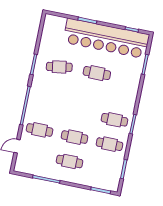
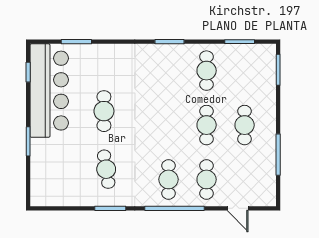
bar counter: (106, 38) -> (49, 91), width x0.73
cafe table: (114, 120) -> (168, 179), moved

